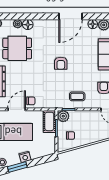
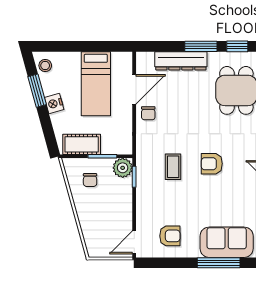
coffee table: (77, 96) -> (173, 167), moved
door: (17, 109) -> (134, 89), hinge flipped
cot: (49, 121) -> (82, 144), moved

